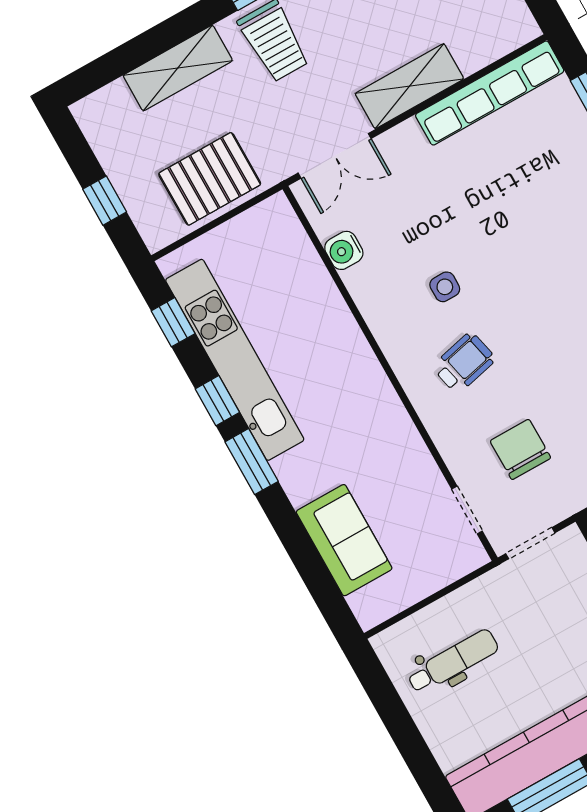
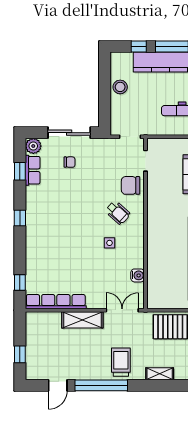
shelving: (178, 68) -> (160, 374), width x0.67, depth x0.75
wheelchair: (464, 363) -> (118, 213), turned -125
chair: (520, 449) -> (131, 185), moved, turned 90

